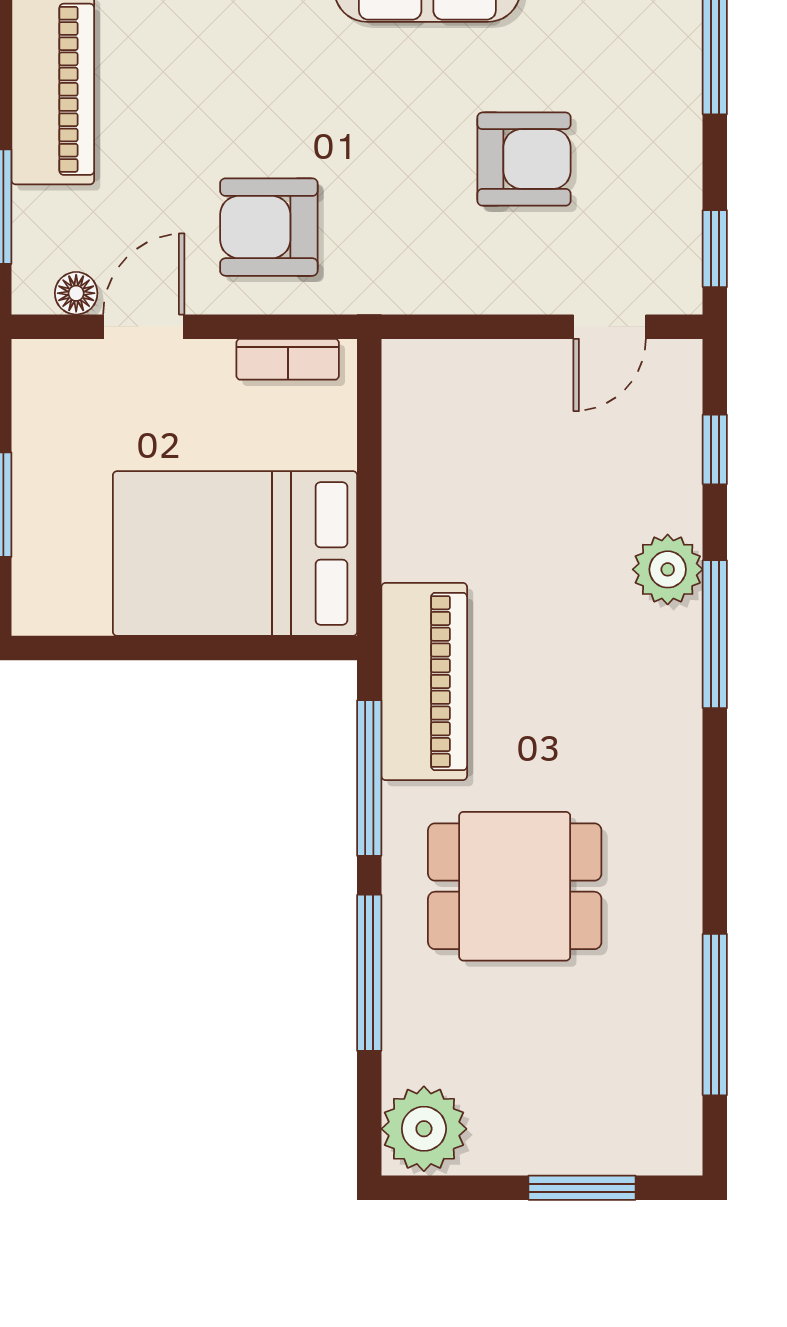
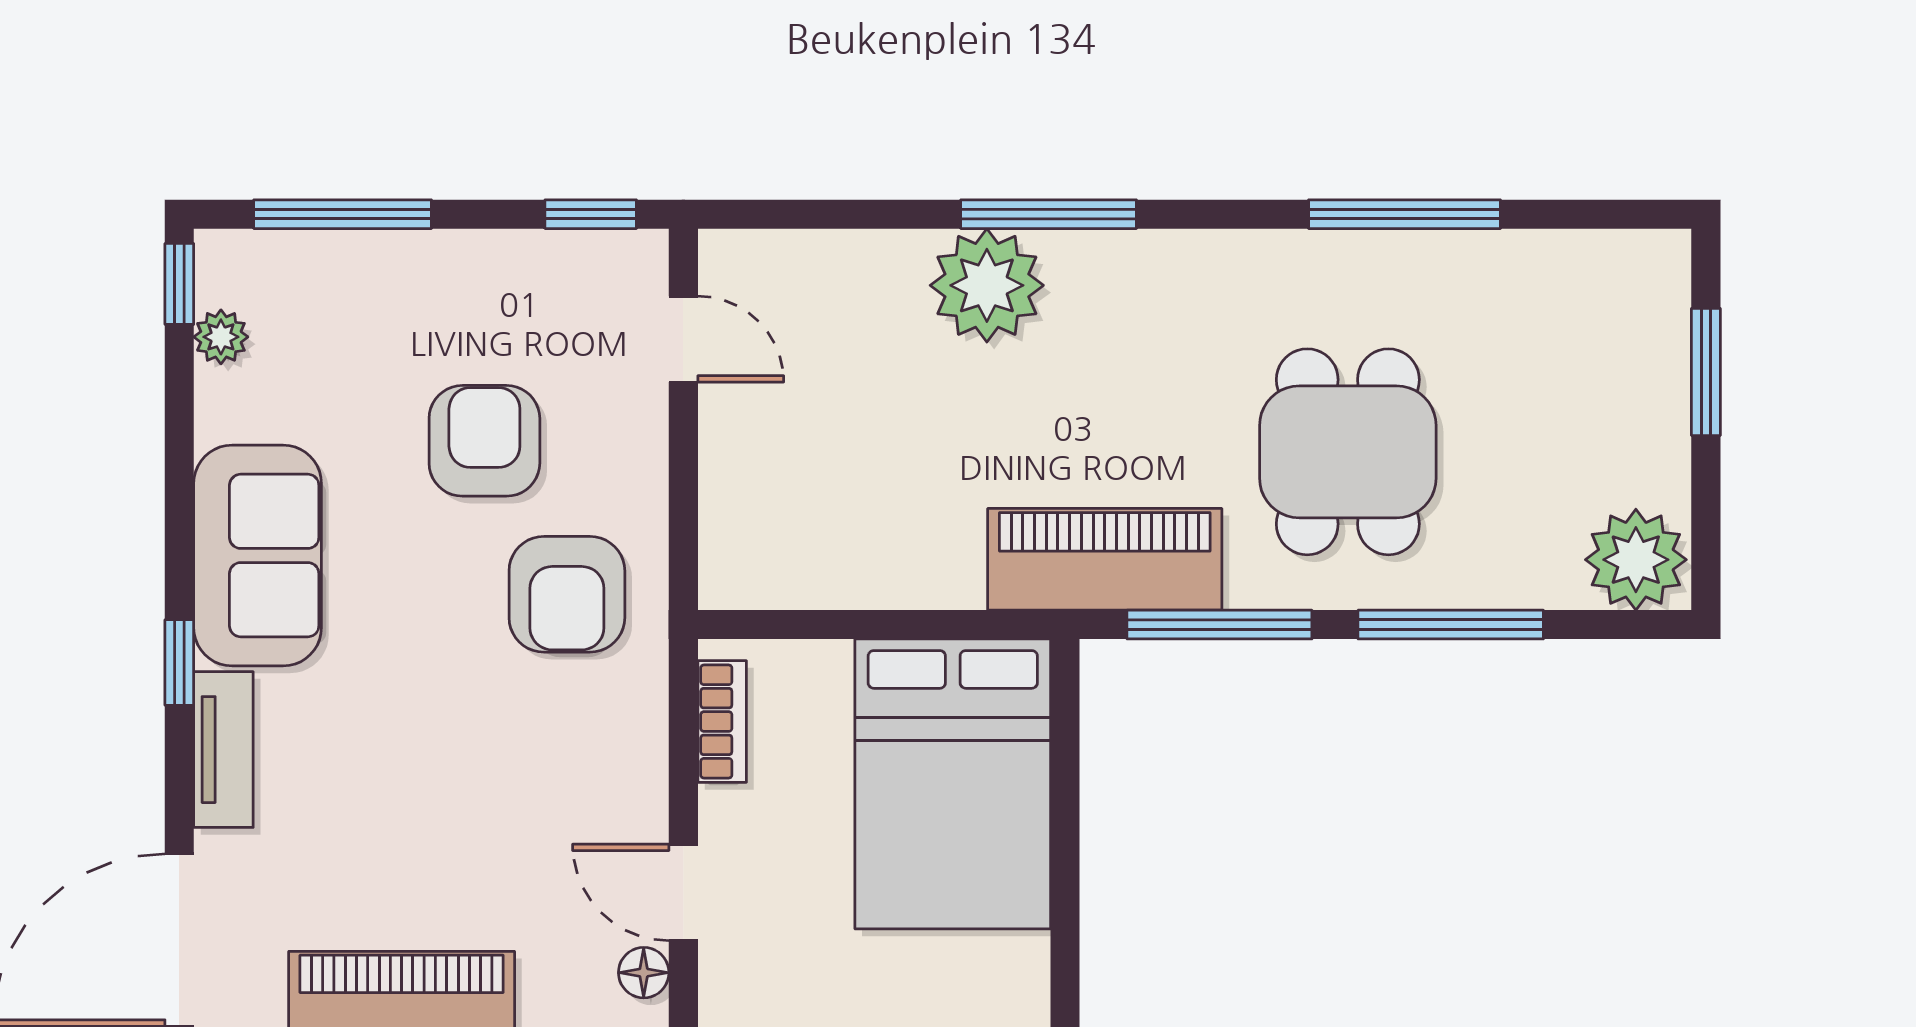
armchair: (269, 227) -> (567, 594), moved
window: (715, 449) -> (829, 214), removed
plant: (668, 569) -> (987, 285), width x1.36, depth x1.36
window: (715, 1015) -> (1405, 214), moved

